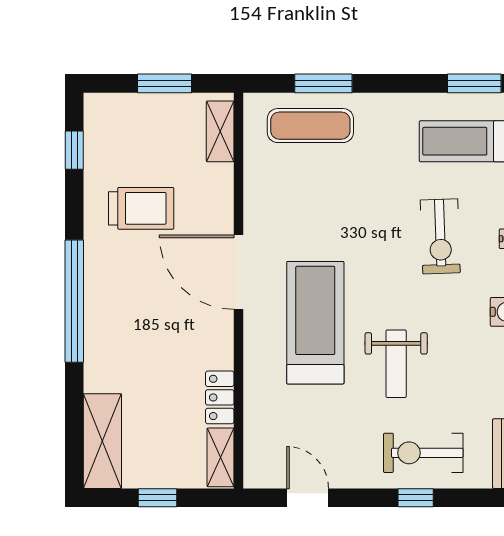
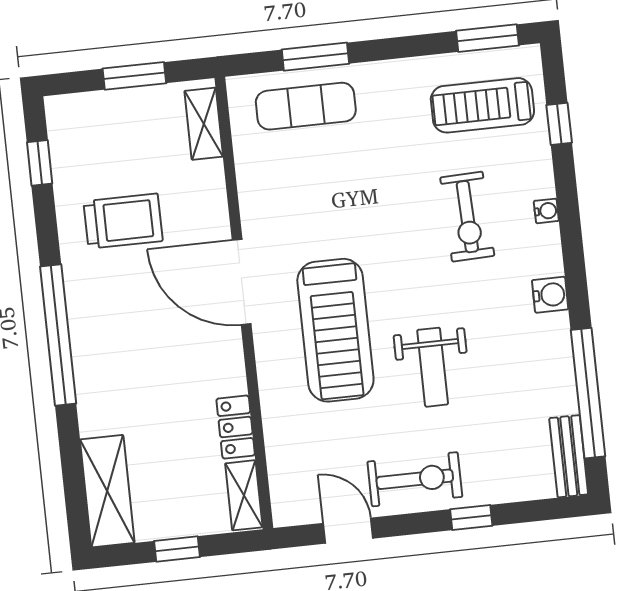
treadmill: (315, 323) -> (335, 330), turned 180
exercise bike: (423, 453) -> (415, 479), moved, turned 180

